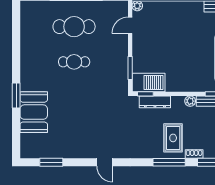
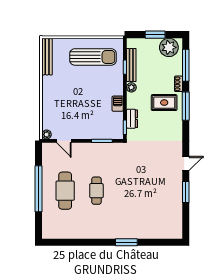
barbecue: (149, 82) -> (118, 104), moved, width x0.53, depth x0.65
dresser: (155, 102) -> (132, 119), width x0.70
booth: (34, 112) -> (141, 227), removed
window: (51, 162) -> (186, 192), moved

